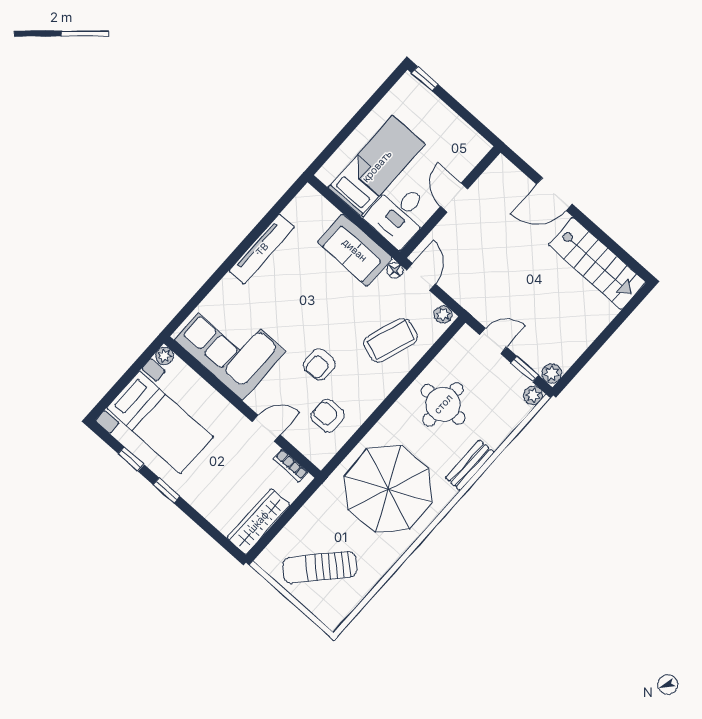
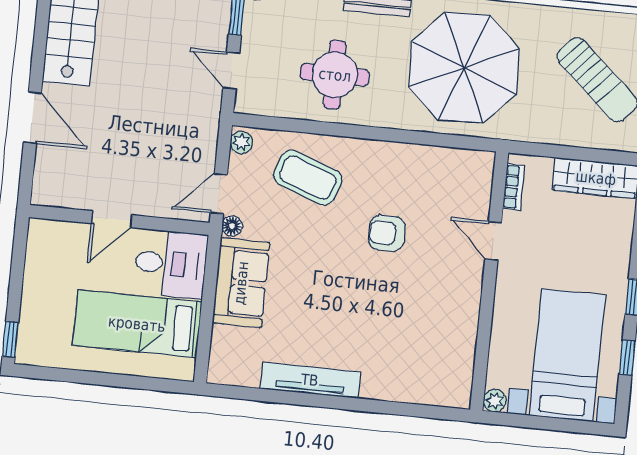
corner sofa: (230, 346) -> (435, 340), removed
armchair: (319, 365) -> (387, 233), turned 180
armchair: (328, 416) -> (434, 186), removed

